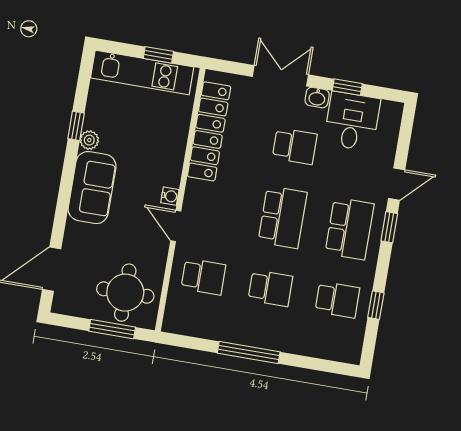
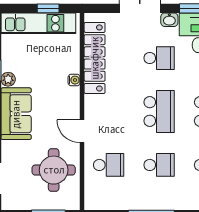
water cooler: (170, 196) -> (74, 80), moved
round table: (125, 293) -> (54, 170), moved

